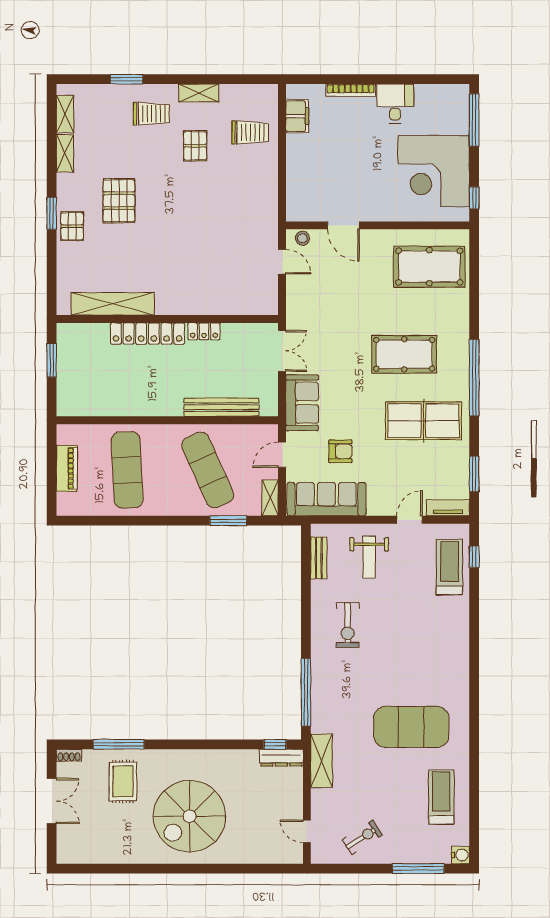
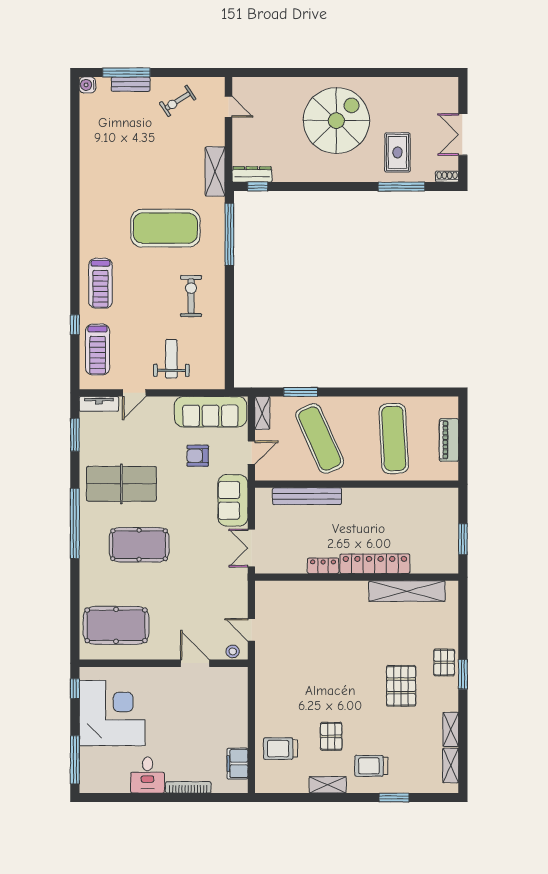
window: (474, 557) -> (75, 325), moved
bench: (319, 558) -> (131, 84), moved, turned 90
exercise mat: (411, 727) -> (165, 228), moved
treadmill: (441, 797) -> (100, 283), moved

